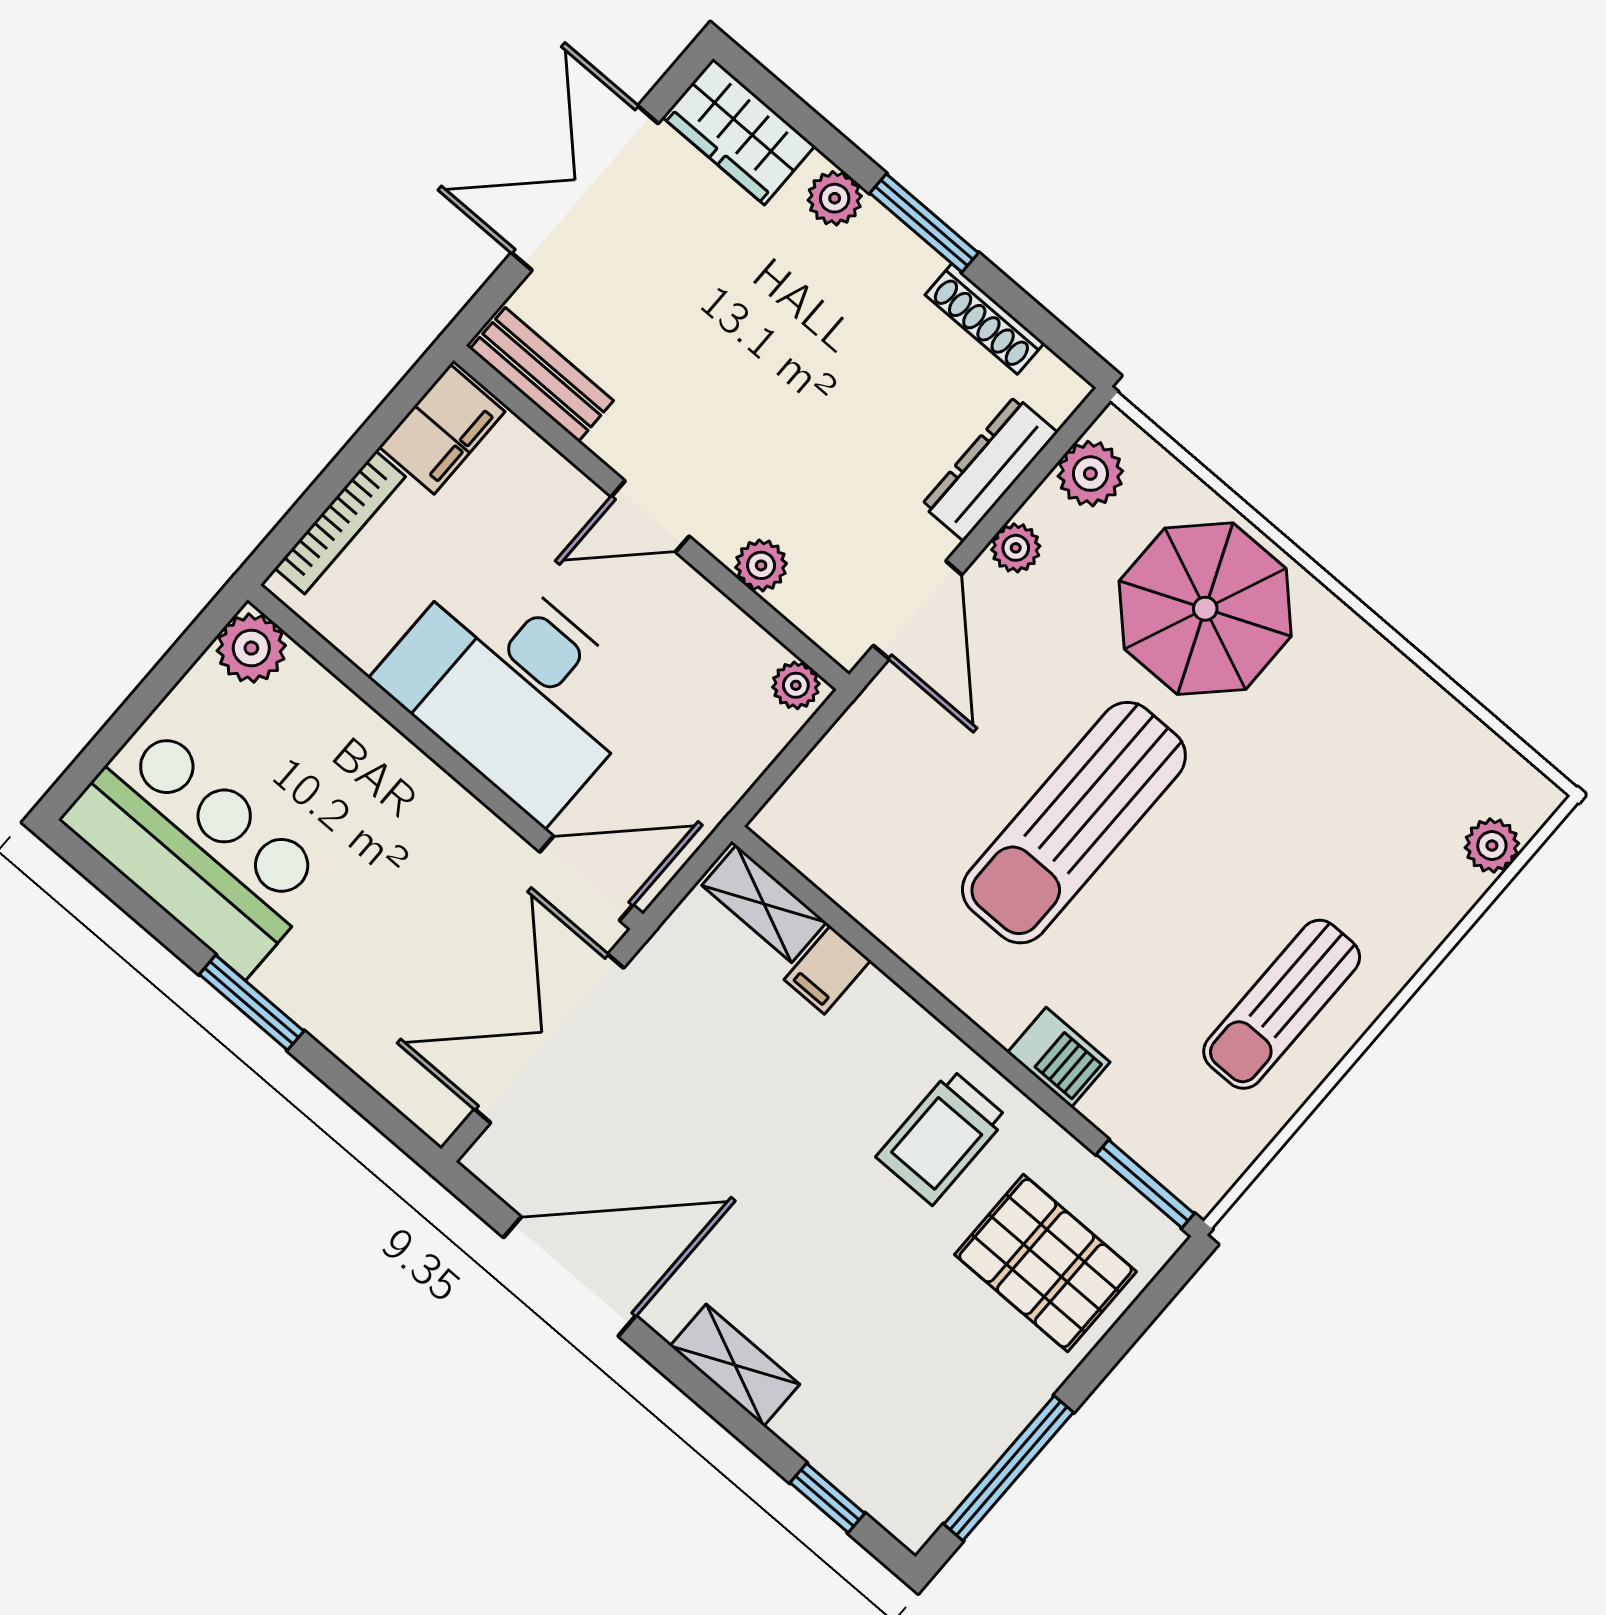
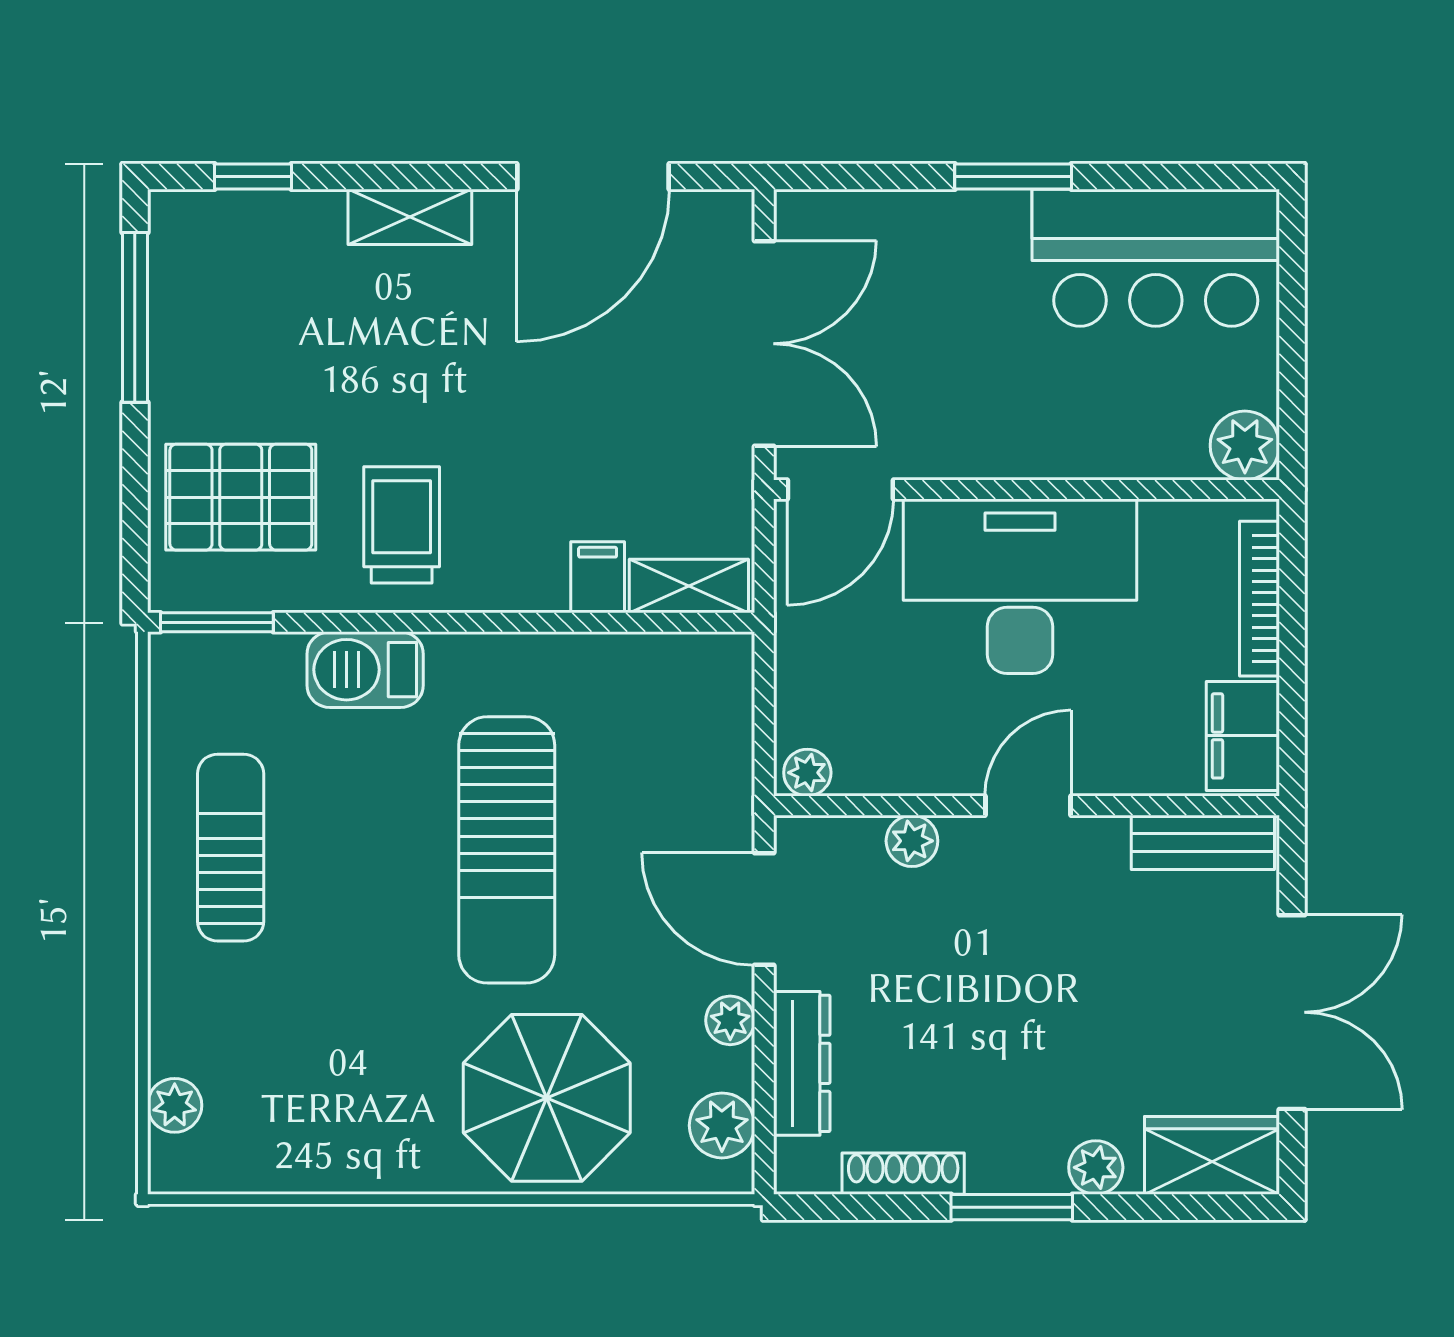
sun lounger: (1074, 823) -> (507, 850), turned 180
barbecue: (1059, 1057) -> (365, 670), width x1.38, depth x1.27

